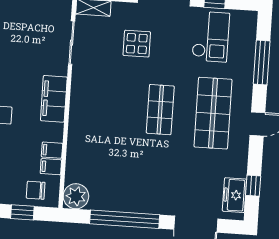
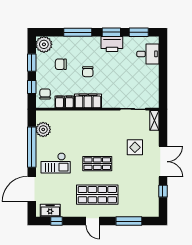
checkout: (211, 37) -> (56, 163), moved
filing cabinet: (54, 99) -> (88, 101), moved
plant: (76, 196) -> (43, 129), moved

